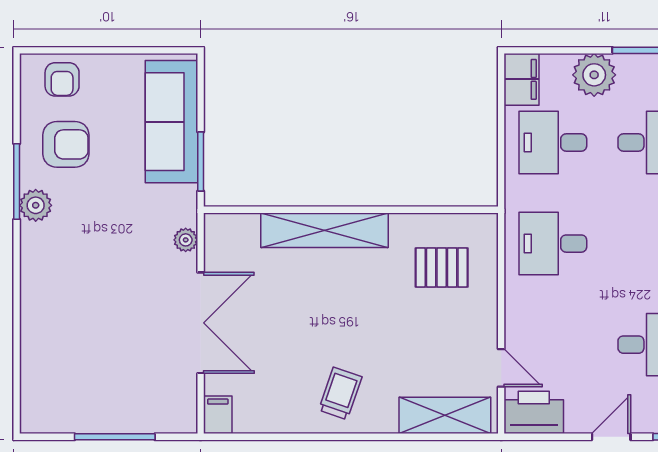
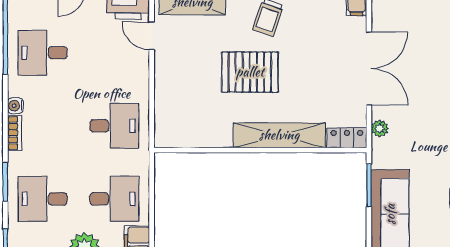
locker: (231, 227) -> (347, 138), added
pallet: (442, 267) -> (250, 72), moved, width x1.50, depth x1.42
double door: (201, 323) -> (369, 68), swing flipped

